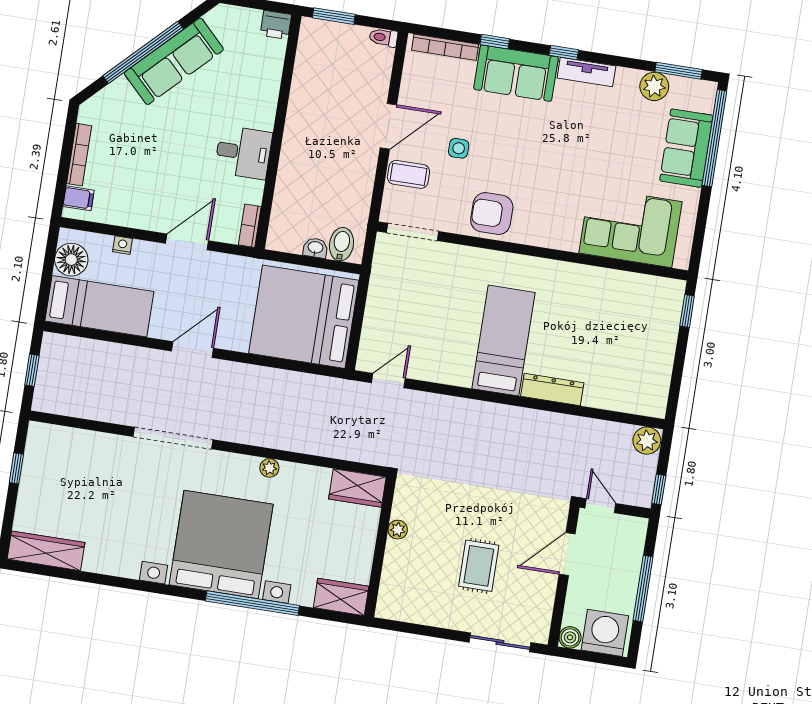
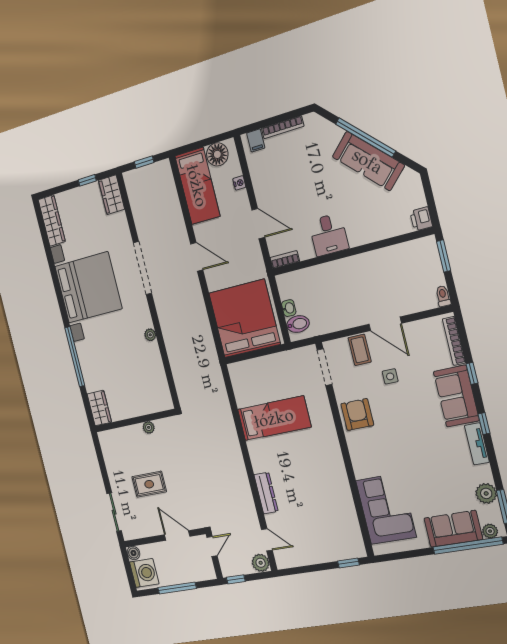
plant: (705, 101) -> (490, 531), added
bed: (504, 341) -> (274, 418), moved
door: (388, 381) -> (267, 540), moved
wardrobe: (357, 488) -> (112, 195), moved
bed with nightstands: (221, 545) -> (88, 287), moved

